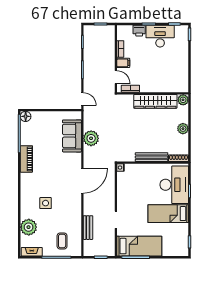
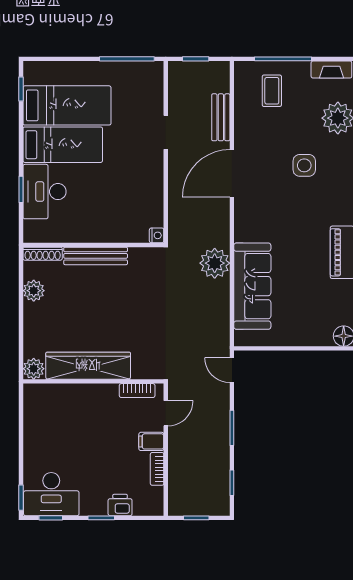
desk: (160, 36) -> (51, 494), moved
door: (116, 77) -> (166, 413), swing flipped
plant: (183, 129) -> (34, 291), moved
sofa: (72, 136) -> (252, 286), width x1.36
plant: (91, 138) -> (215, 263), moved
door: (82, 181) -> (232, 173), moved
desk: (174, 185) -> (44, 192), width x0.73, depth x0.77
bed: (139, 246) -> (67, 105), moved, turned 180

